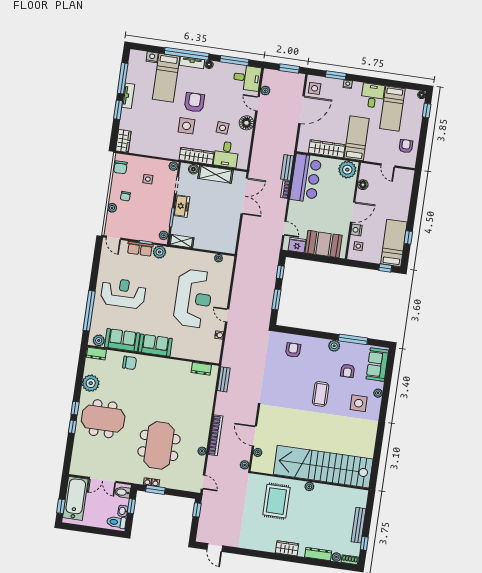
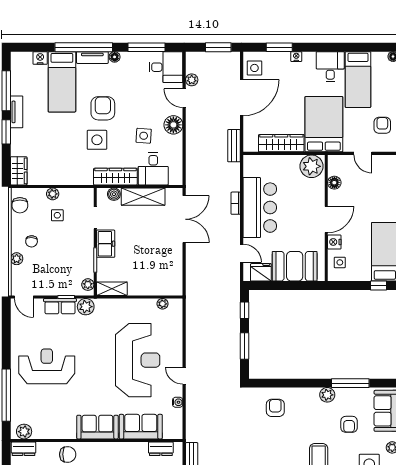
bed: (357, 138) -> (324, 124), width x1.50
plant: (173, 166) -> (53, 194), moved
bench: (287, 167) -> (234, 146), moved
bar counter: (306, 178) -> (260, 208), moved
sofa: (122, 340) -> (141, 427), moved

